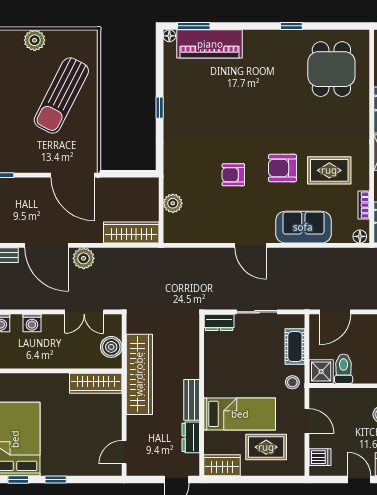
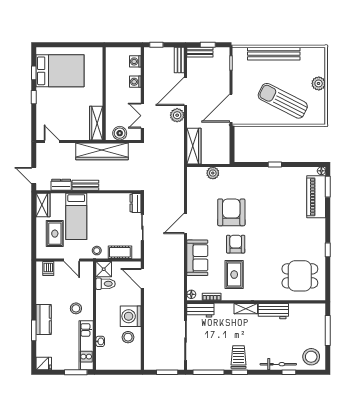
armchair: (233, 175) -> (231, 212), width x1.88, depth x1.88
door: (307, 421) -> (72, 260), hinge flipped
door: (359, 480) -> (34, 294), removed

